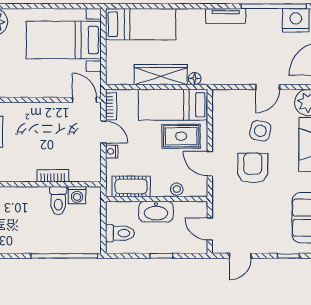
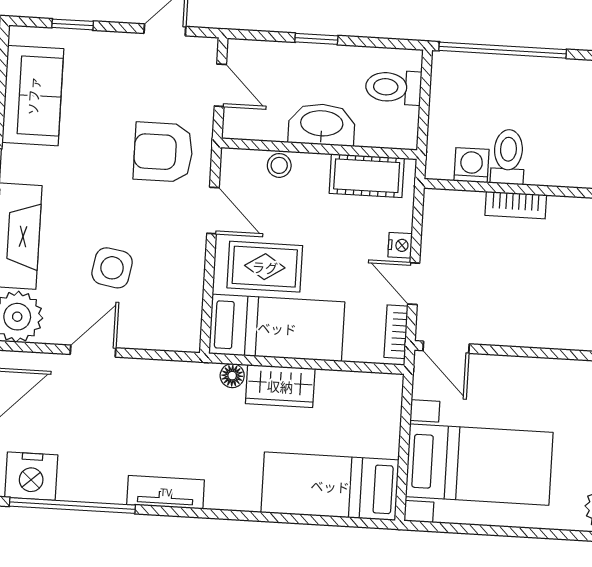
wardrobe: (161, 75) -> (280, 386), width x0.67
armchair: (253, 168) -> (163, 152), moved, turned 90

